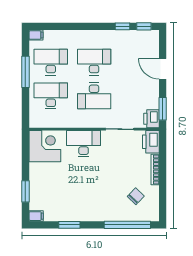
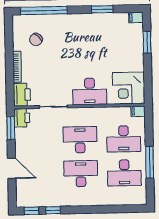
filing cabinet: (36, 35) -> (138, 111), moved
desk: (94, 62) -> (81, 174), turned 180

